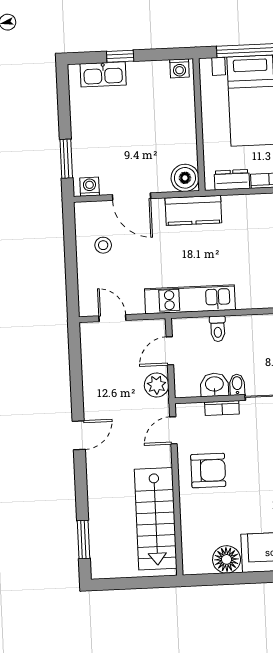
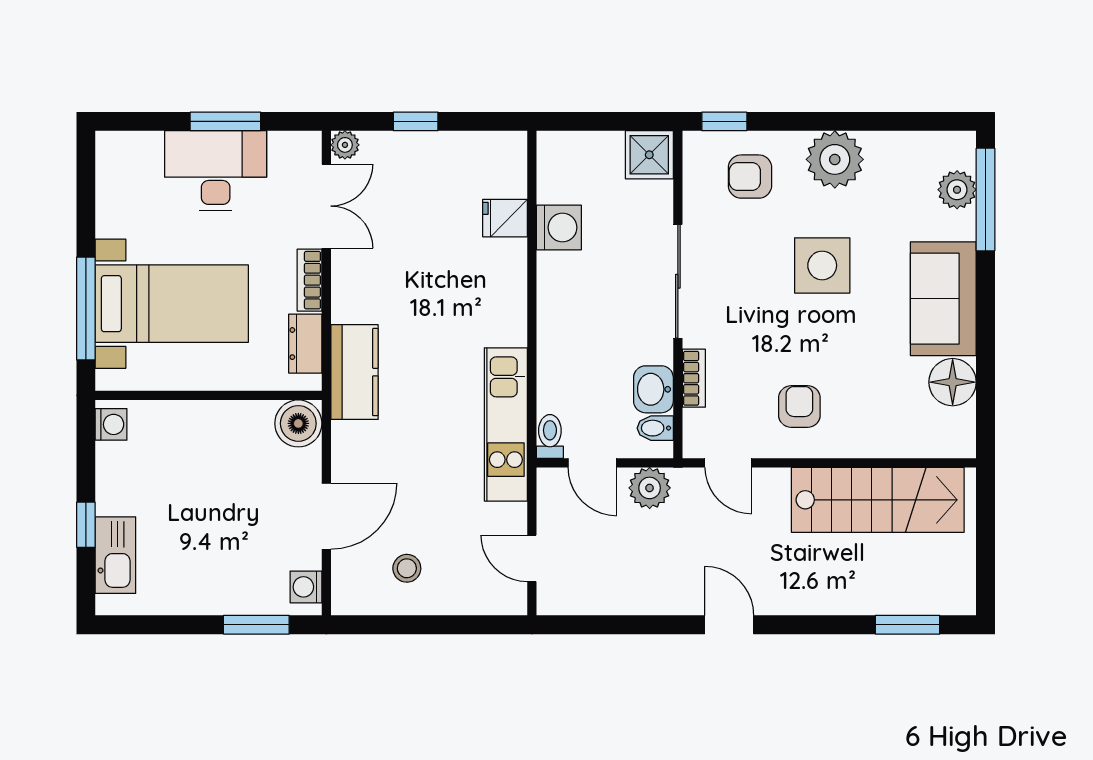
kitchen counter: (193, 210) -> (355, 372), moved
door: (112, 318) -> (532, 558), hinge flipped
toilet: (218, 329) -> (550, 436), moved, turned -90
bidet: (237, 385) -> (655, 428), moved
armchair: (208, 470) -> (799, 407), width x0.72, depth x0.72

